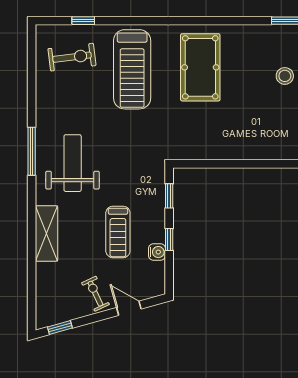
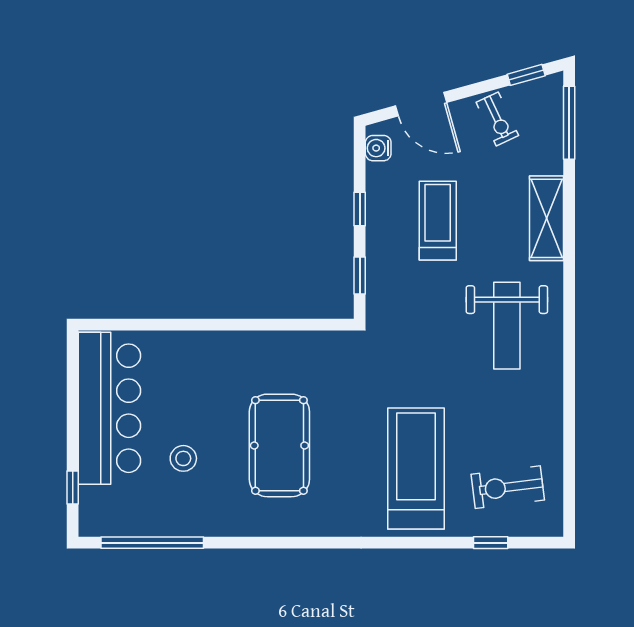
pool table: (200, 67) -> (279, 445), moved
window: (32, 151) -> (569, 123), moved
water cooler: (157, 252) -> (378, 148), moved
exercise bike: (95, 294) -> (497, 119), moved
door: (129, 308) -> (421, 104), width x1.37

